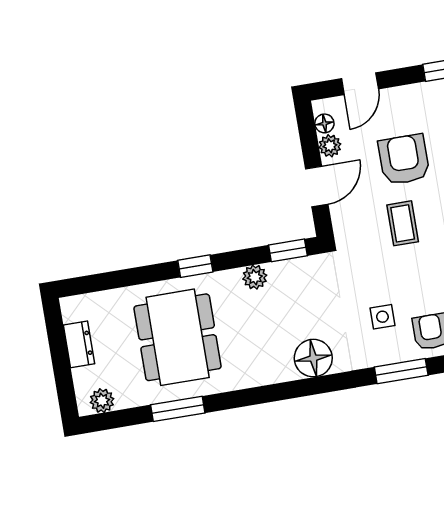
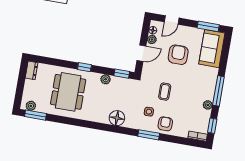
coffee table: (403, 223) -> (165, 92), moved
dresser: (79, 344) -> (32, 70), moved
window: (178, 409) -> (36, 115), moved

